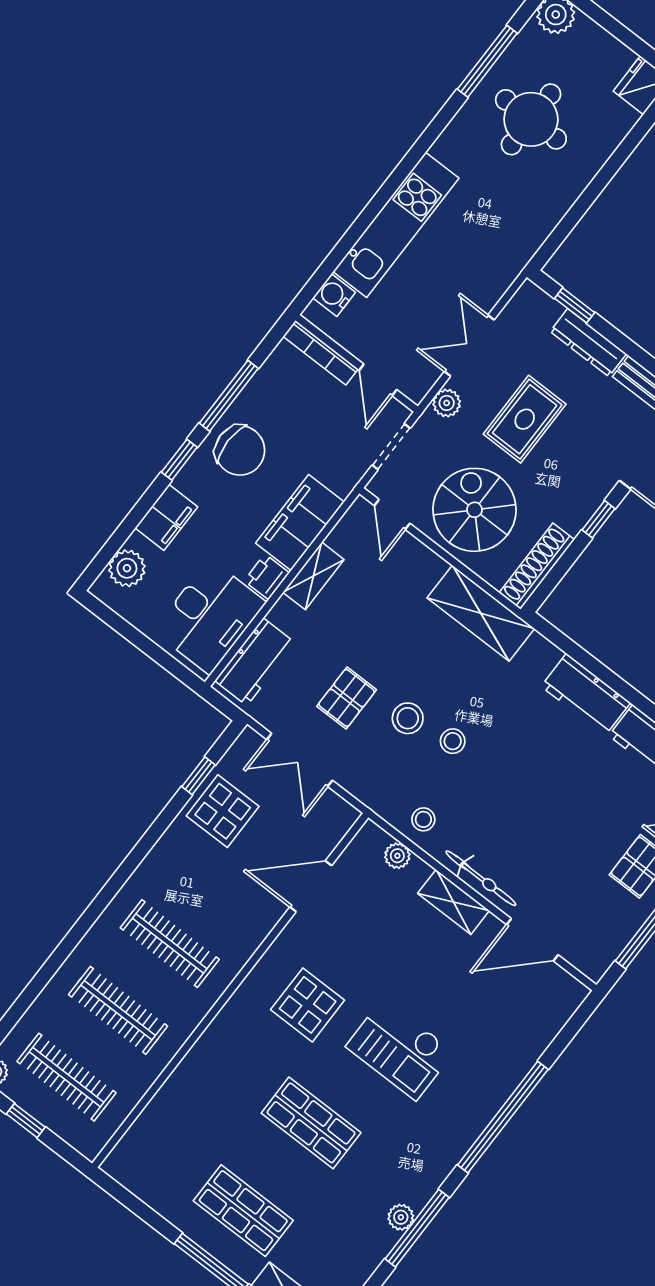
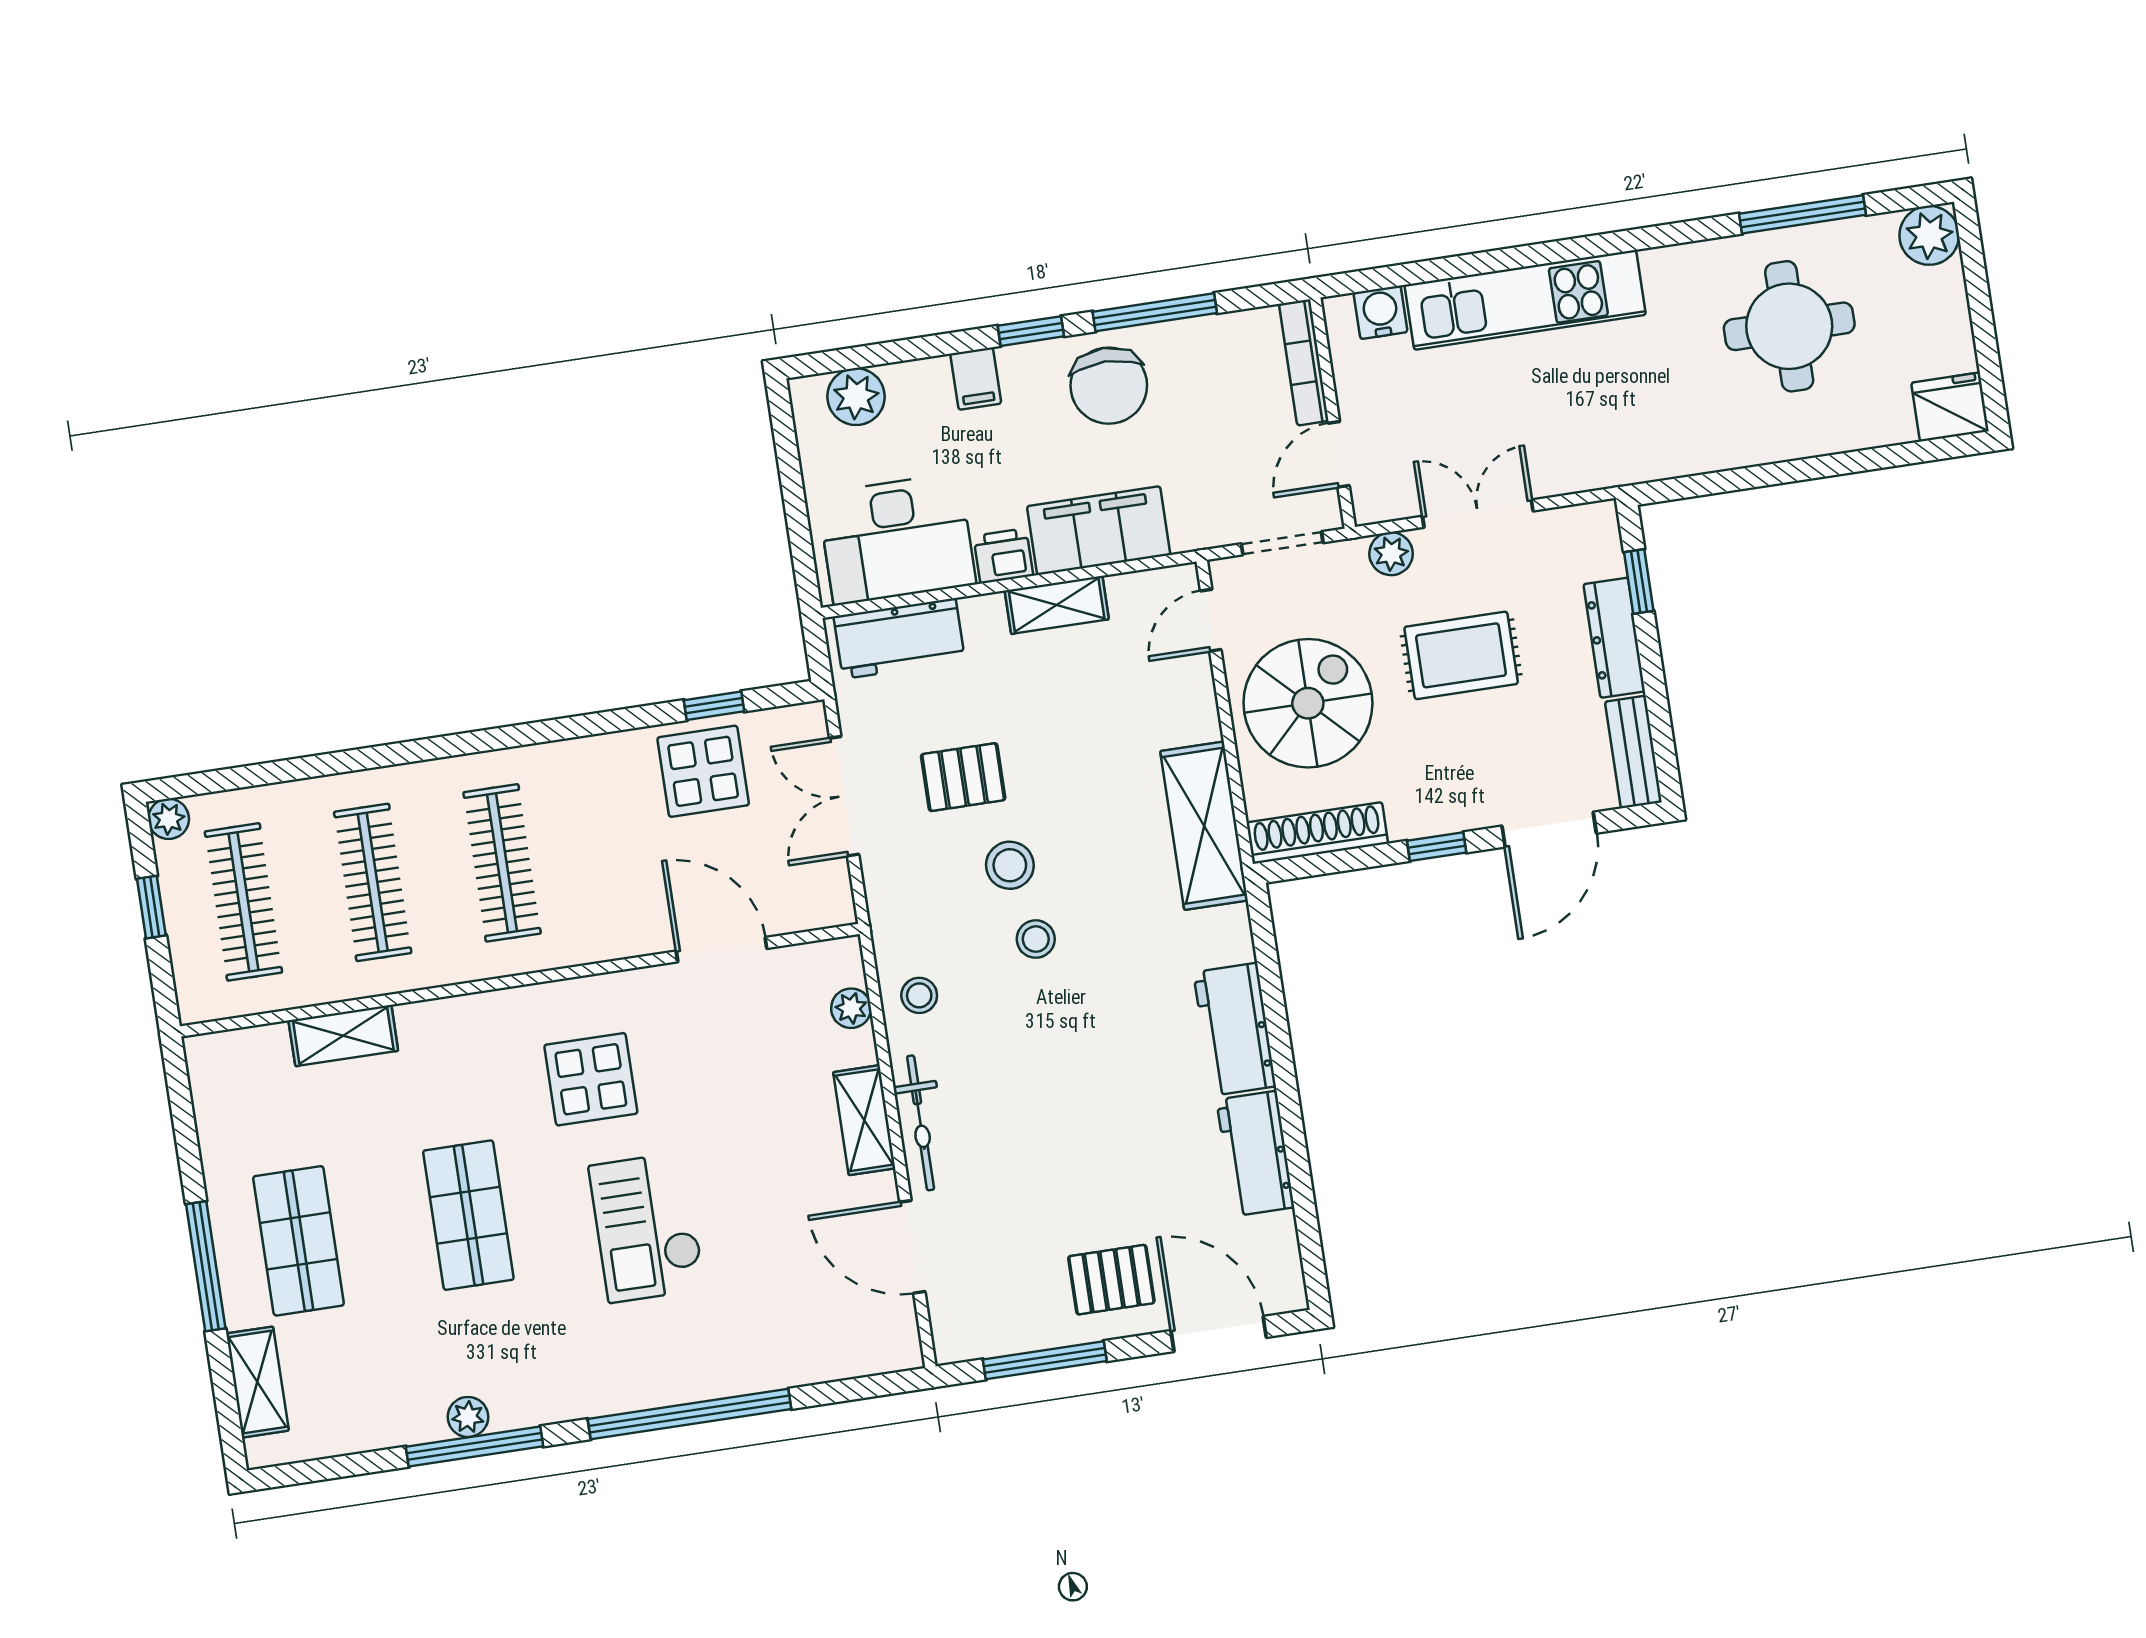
filing cabinet: (166, 517) -> (976, 379), width x0.50
shelving: (173, 1095) -> (343, 1036), added

